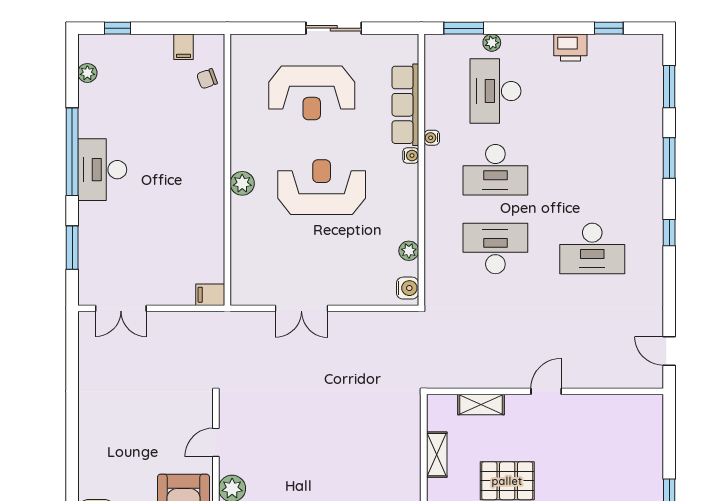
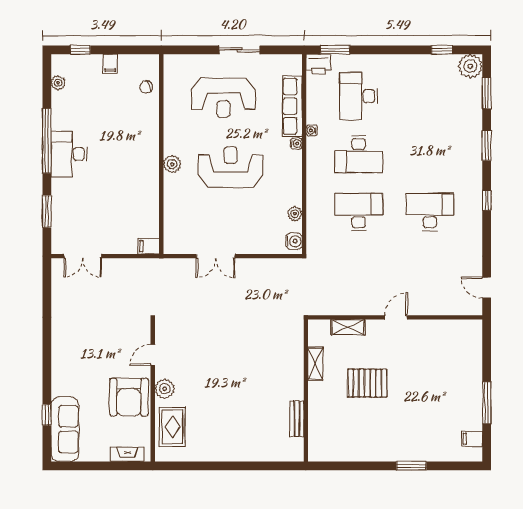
plant: (492, 43) -> (470, 66), moved, width x1.88, depth x1.88
filing cabinet: (184, 47) -> (110, 64), moved
printer: (570, 48) -> (318, 64), moved
desk: (592, 248) -> (430, 212), turned 180

